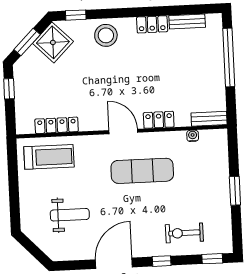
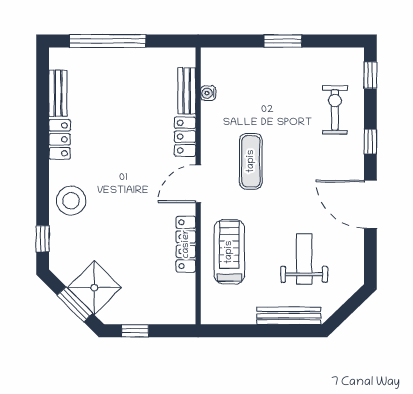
shower: (53, 42) -> (94, 288), moved
bench: (209, 119) -> (187, 91), moved
locker: (57, 125) -> (186, 244), moved
treadmill: (49, 157) -> (229, 252), moved
exercise mat: (142, 171) -> (251, 161), width x0.73, depth x0.69
bench: (26, 205) -> (289, 316), added
exercise bike: (184, 233) -> (335, 110), turned 180

